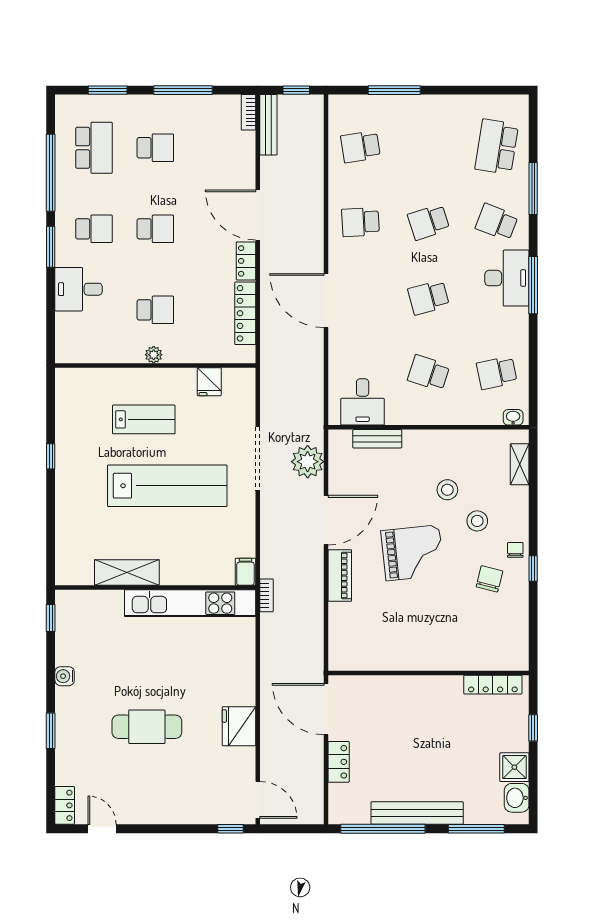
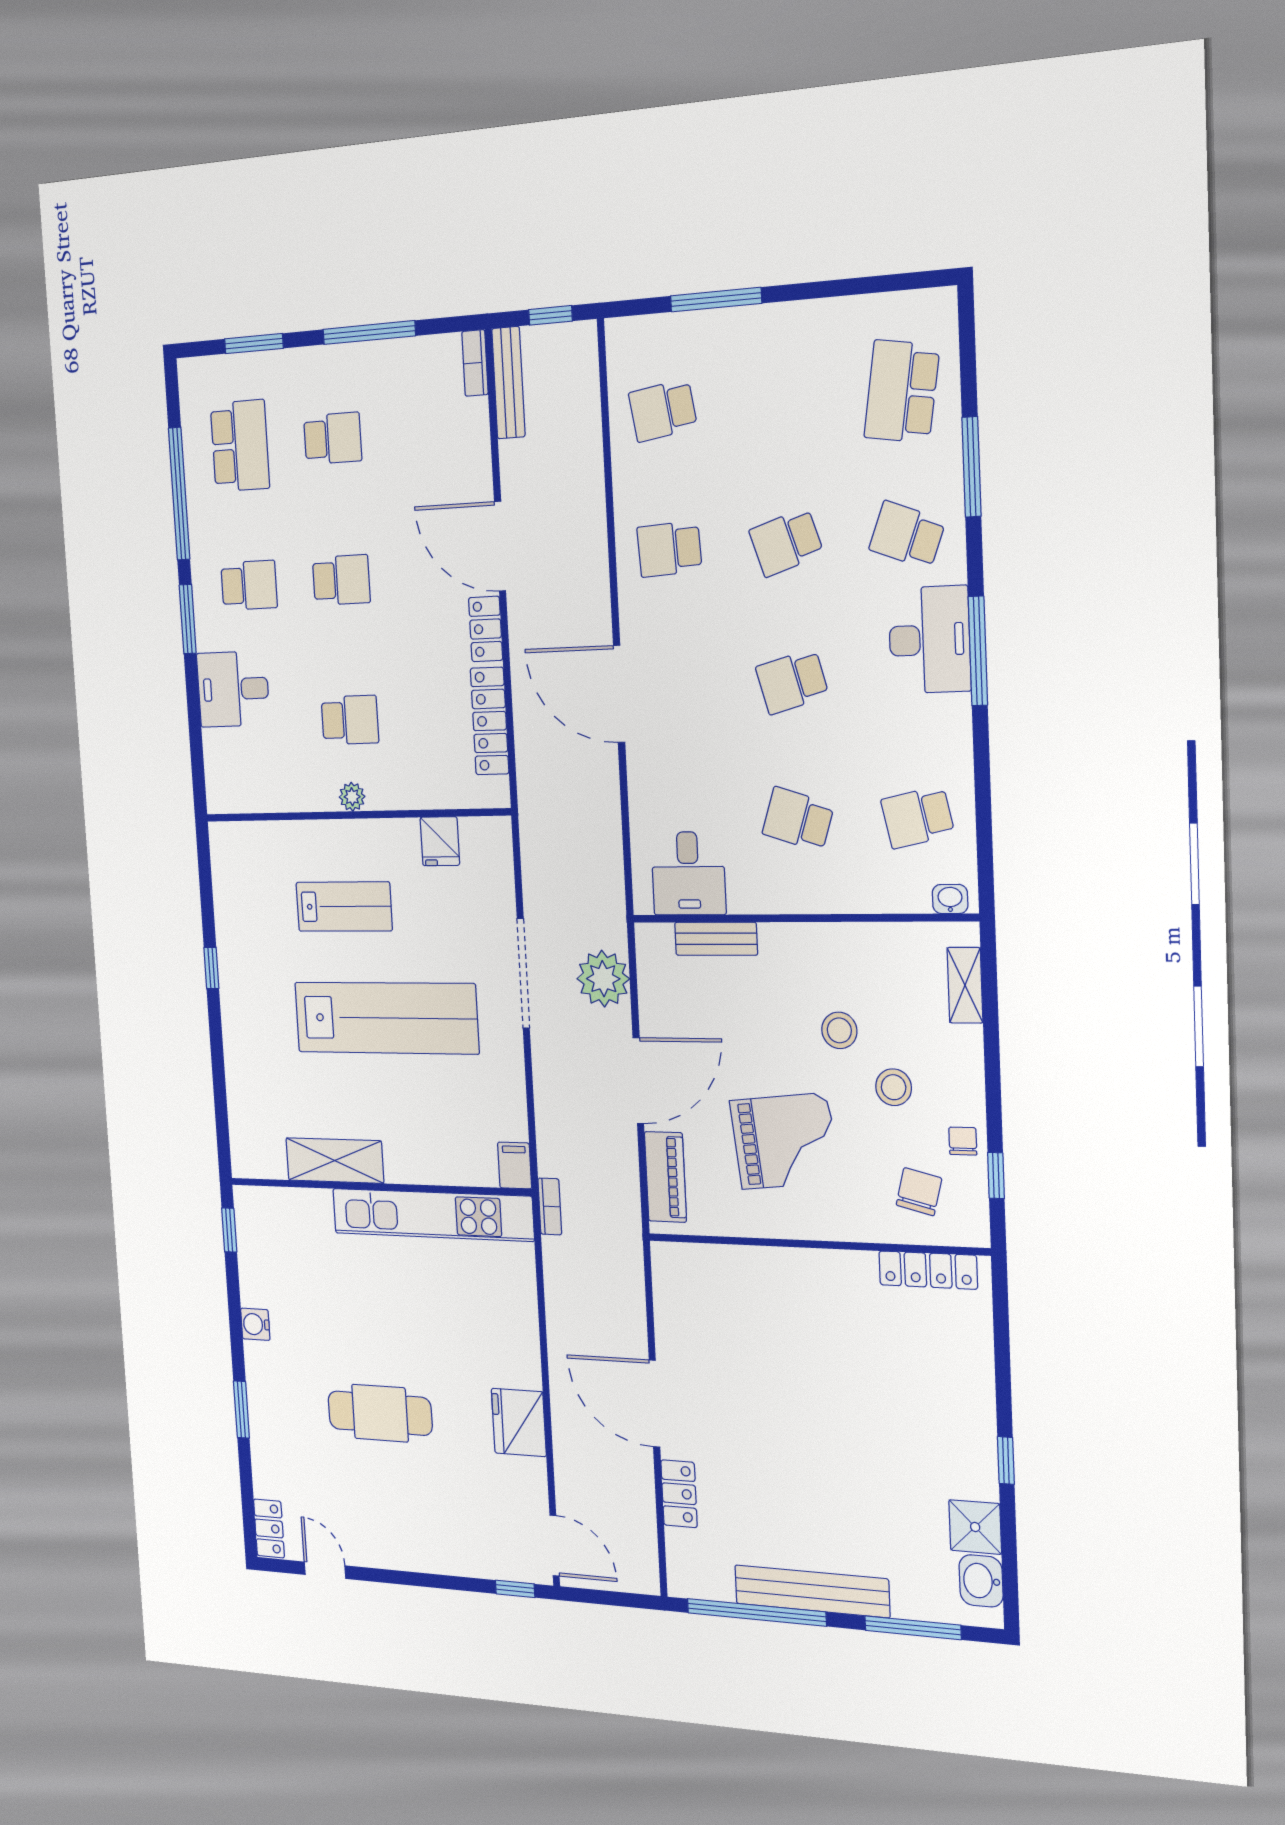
wall: (429, 673) -> (816, 1244), moved
locker: (493, 685) -> (928, 1270), moved

